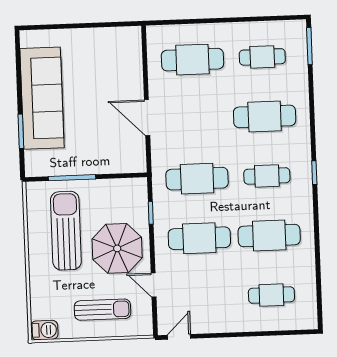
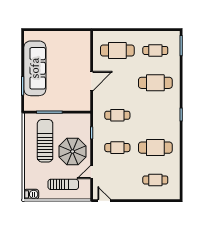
door: (147, 118) -> (92, 81), swing flipped
cafe table: (267, 176) -> (155, 115), removed
cafe table: (197, 179) -> (117, 115), width x0.73, depth x0.74
cafe table: (199, 238) -> (117, 148), width x0.73, depth x0.74
door: (154, 285) -> (92, 172), hinge flipped
door: (179, 337) -> (104, 201), hinge flipped

